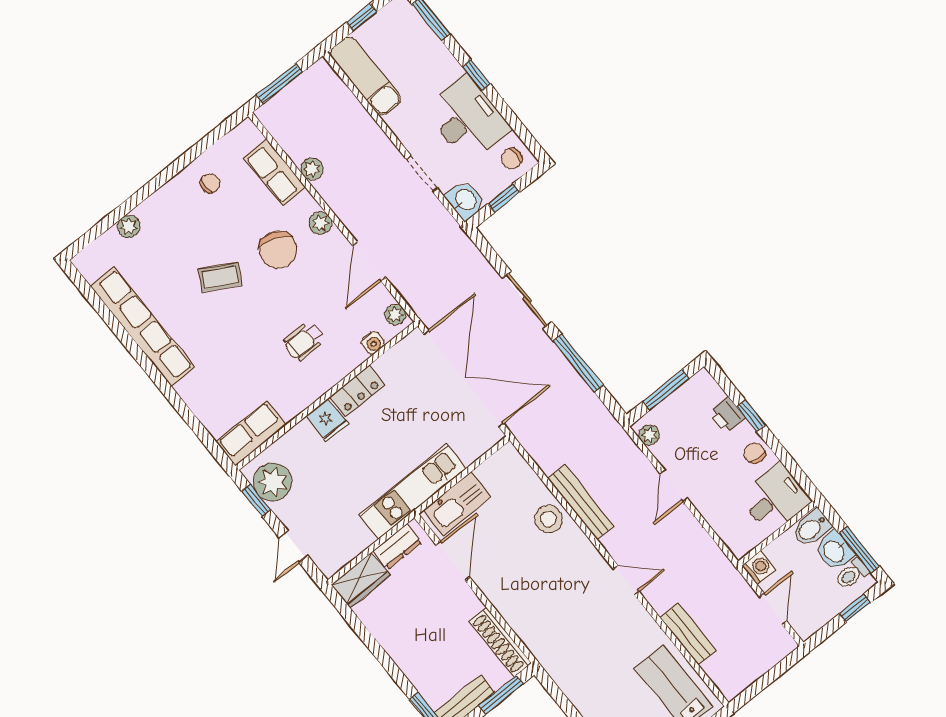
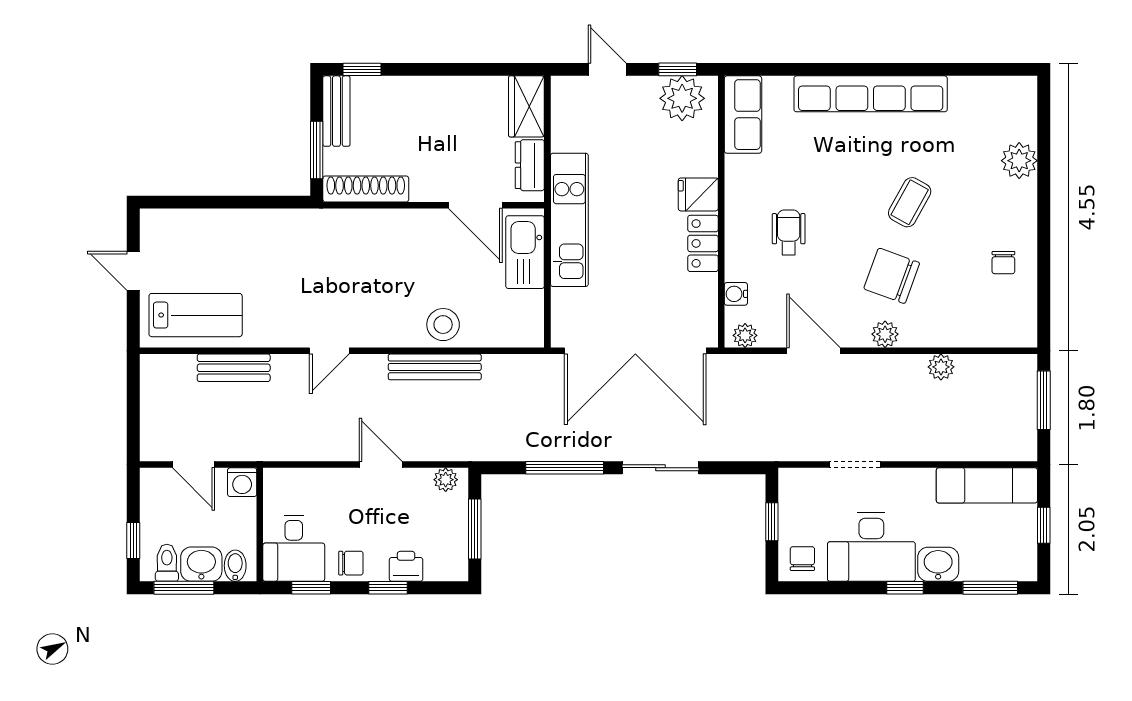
row of seats: (275, 172) -> (965, 330), removed
washbasin: (465, 200) -> (938, 564), moved, turned 180
plant: (129, 226) -> (1019, 161), width x1.38, depth x1.38
row of seats: (142, 327) -> (871, 94), moved
window: (792, 466) -> (311, 588), added
bidet: (812, 528) -> (235, 566), width x0.72, depth x0.74

